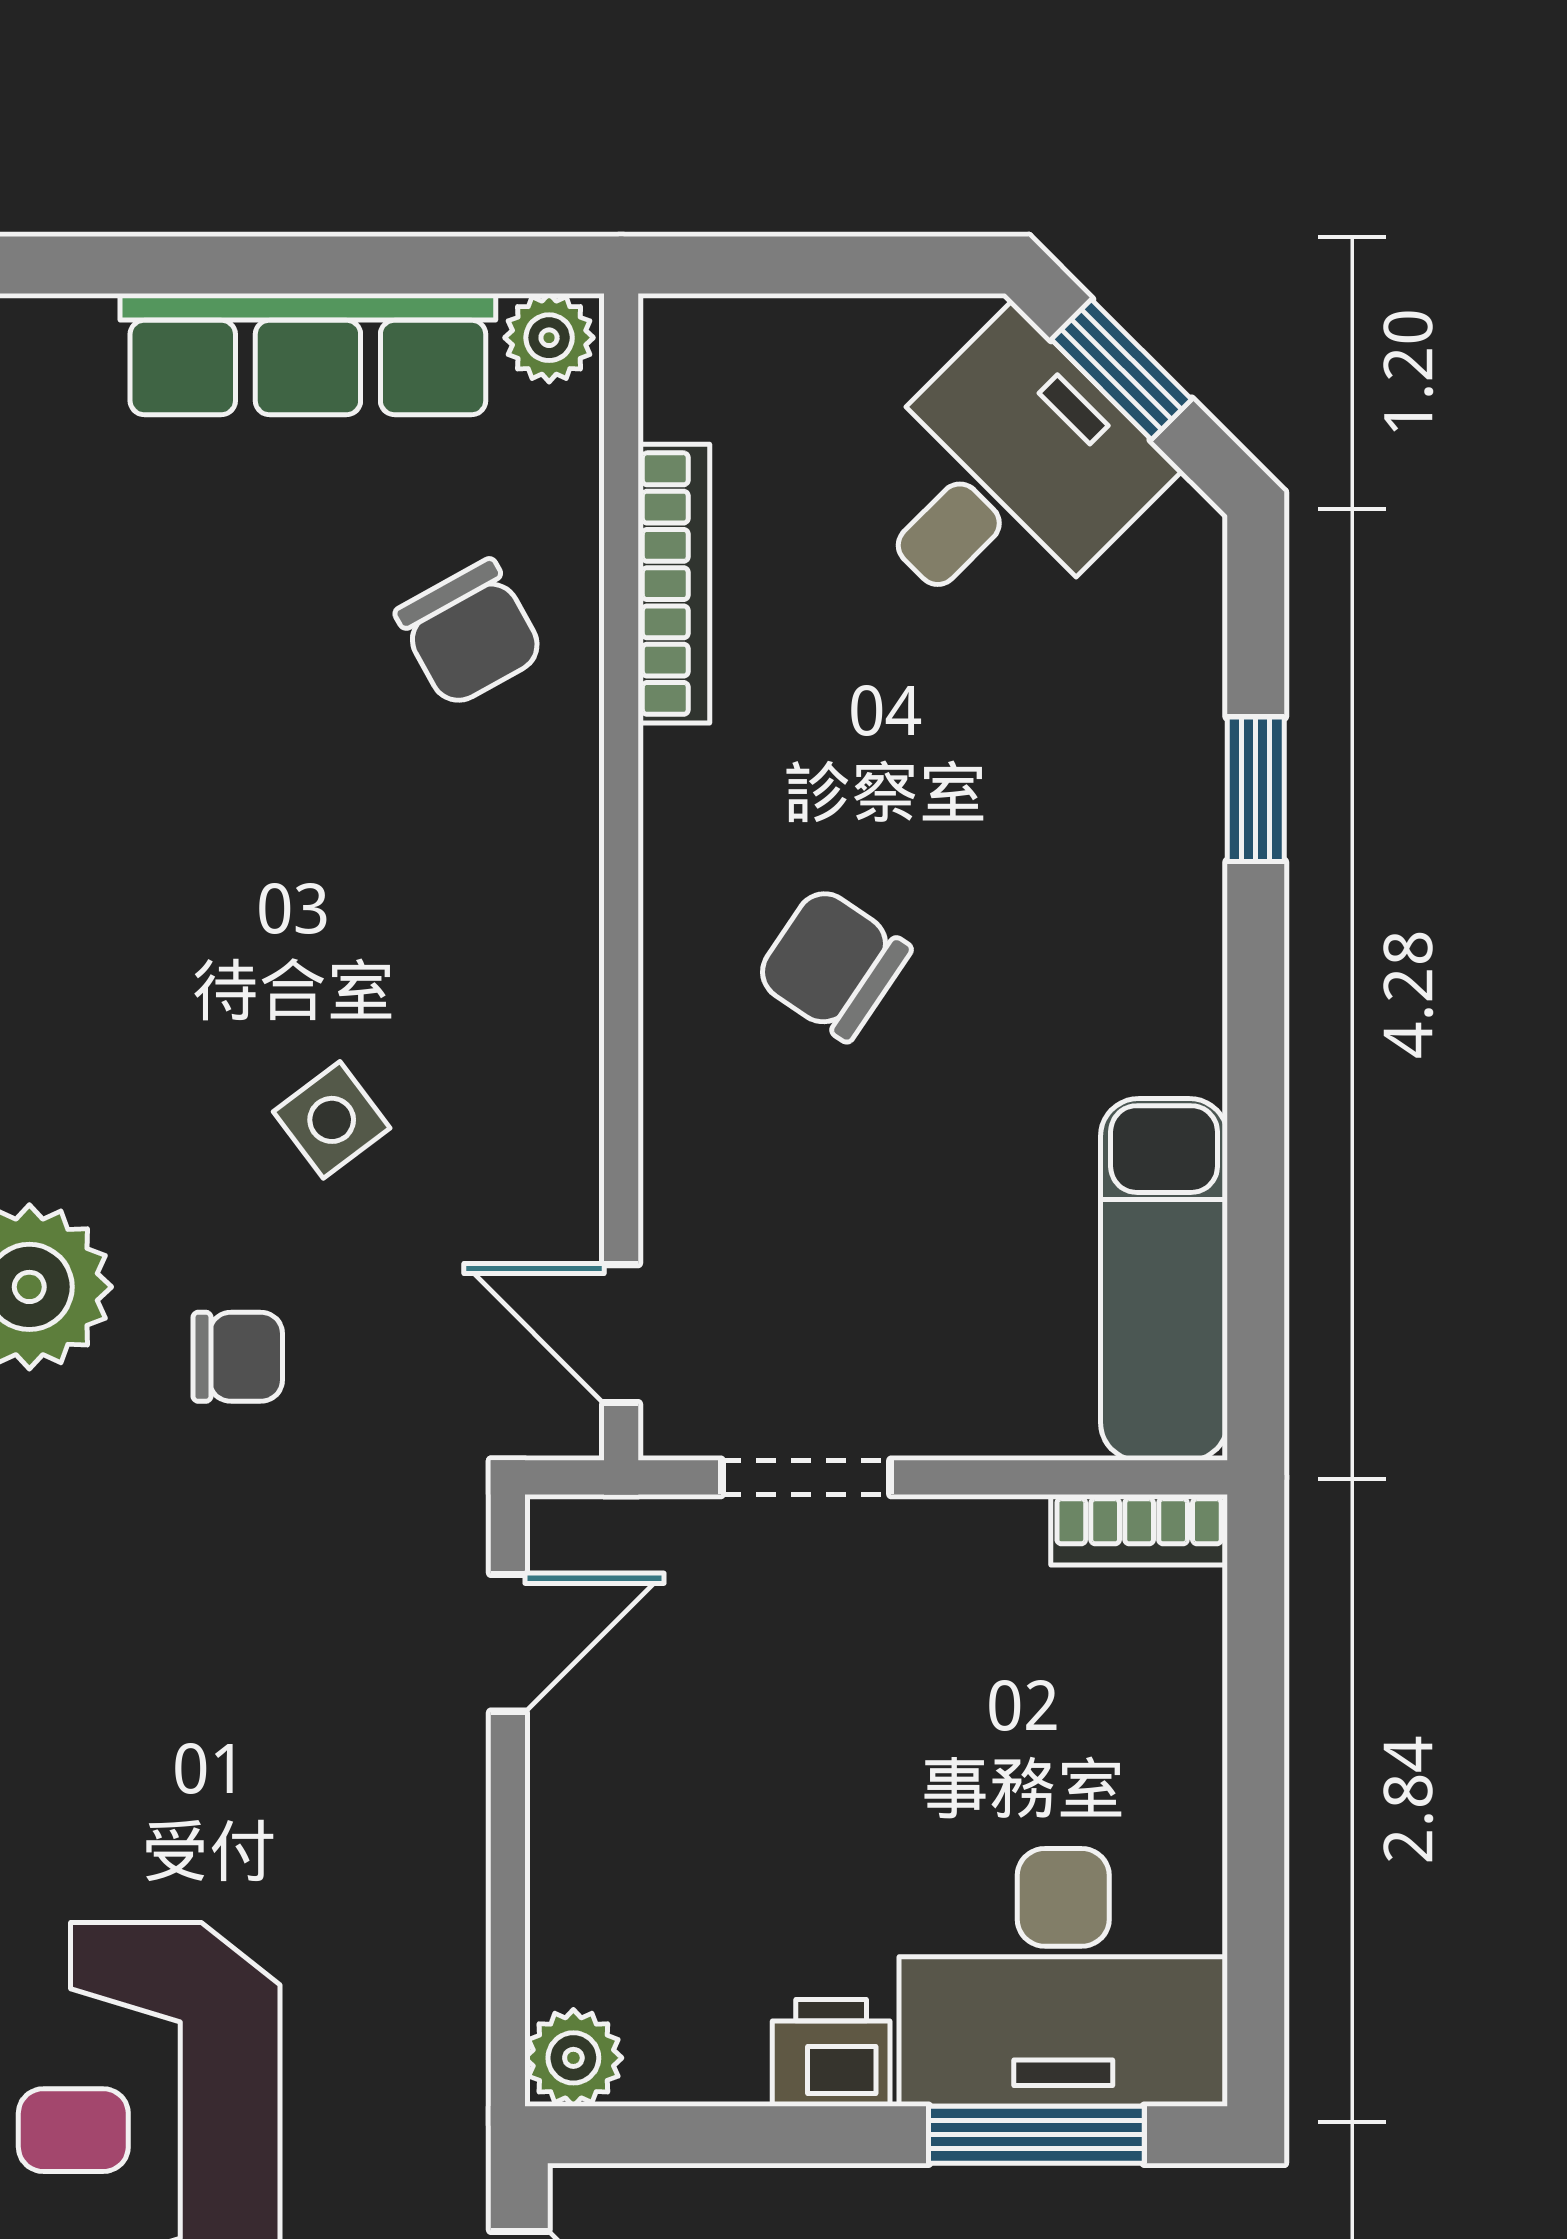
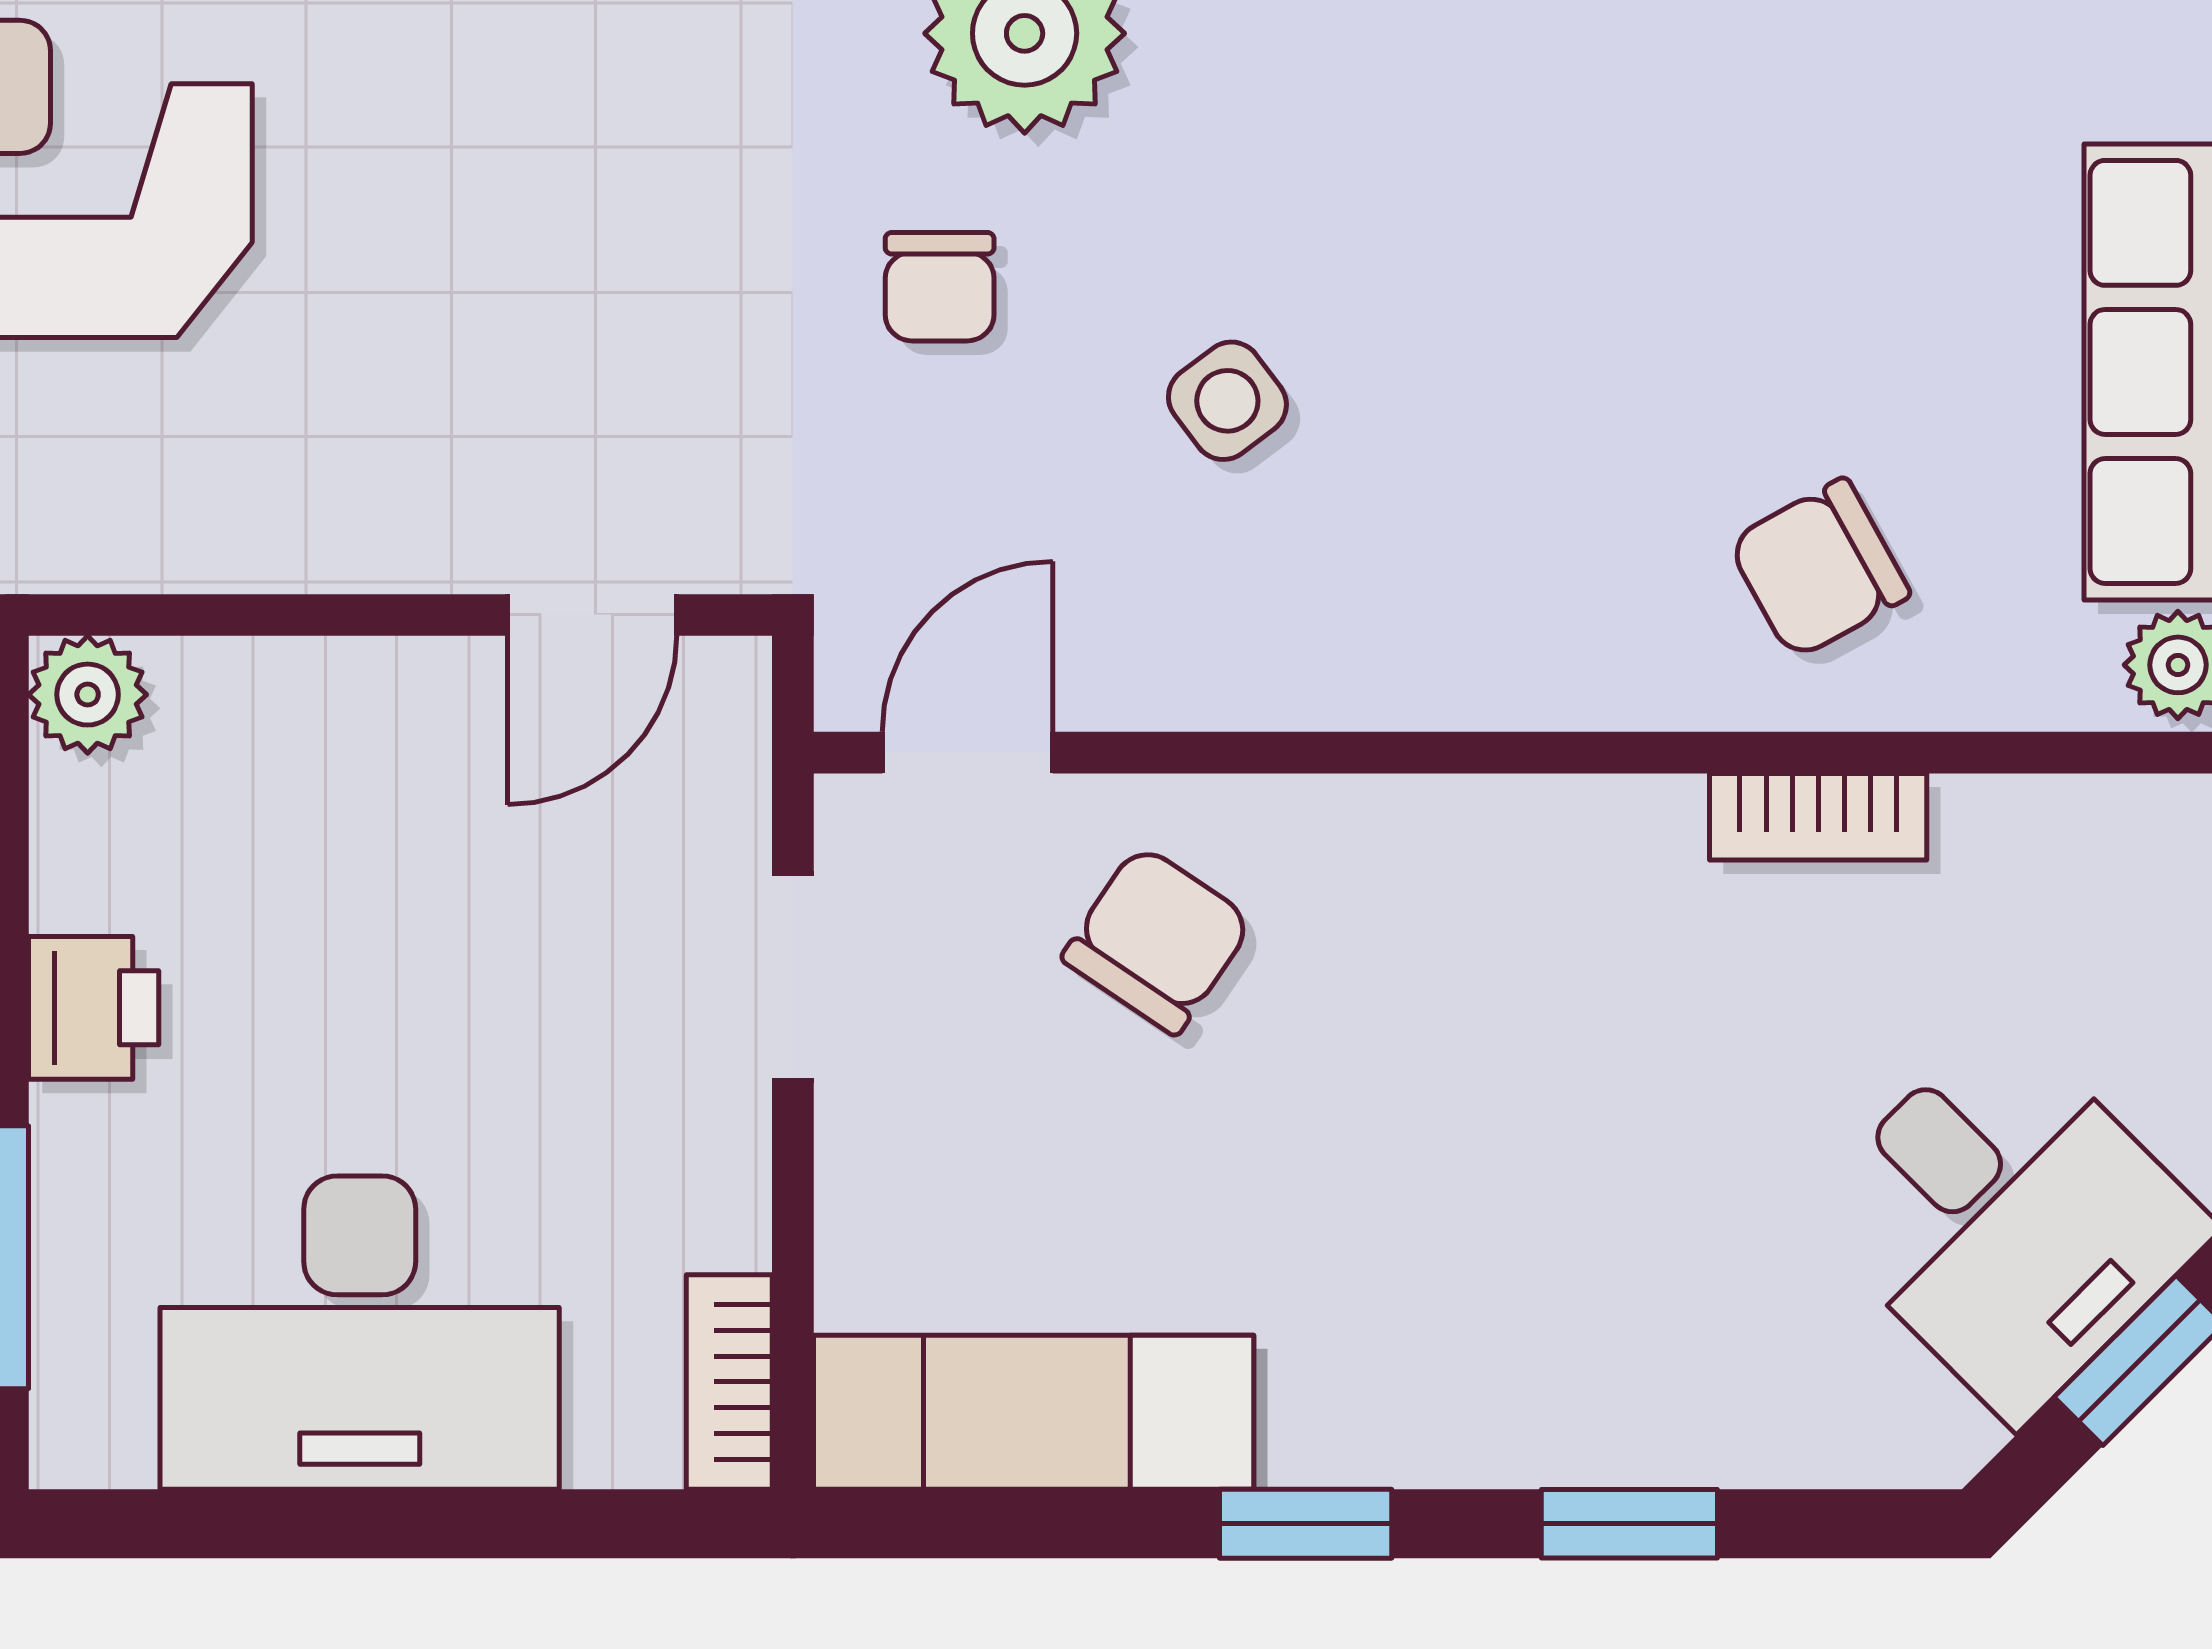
bookcase: (674, 584) -> (1818, 817), width x0.64
chair: (833, 964) -> (1157, 940), moved
window: (1256, 1055) -> (1306, 1524), added
door: (508, 1643) -> (592, 615), hinge flipped
desk: (1063, 1977) -> (360, 1333), moved, turned -90

